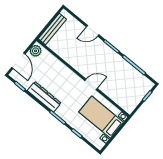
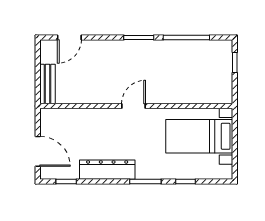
bench: (52, 29) -> (47, 84), width x0.73
door: (93, 31) -> (69, 37), moved
plant: (36, 51) -> (49, 121), removed
door: (91, 85) -> (134, 106), moved

